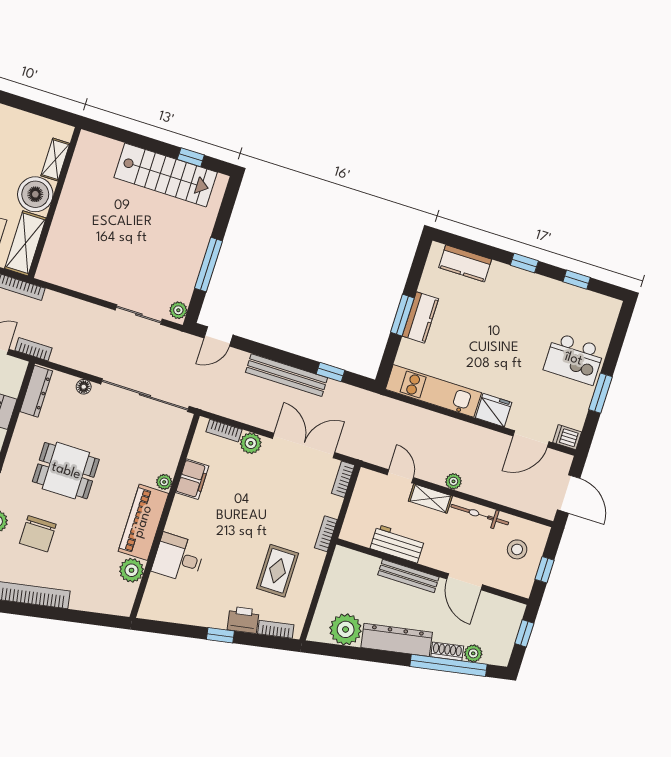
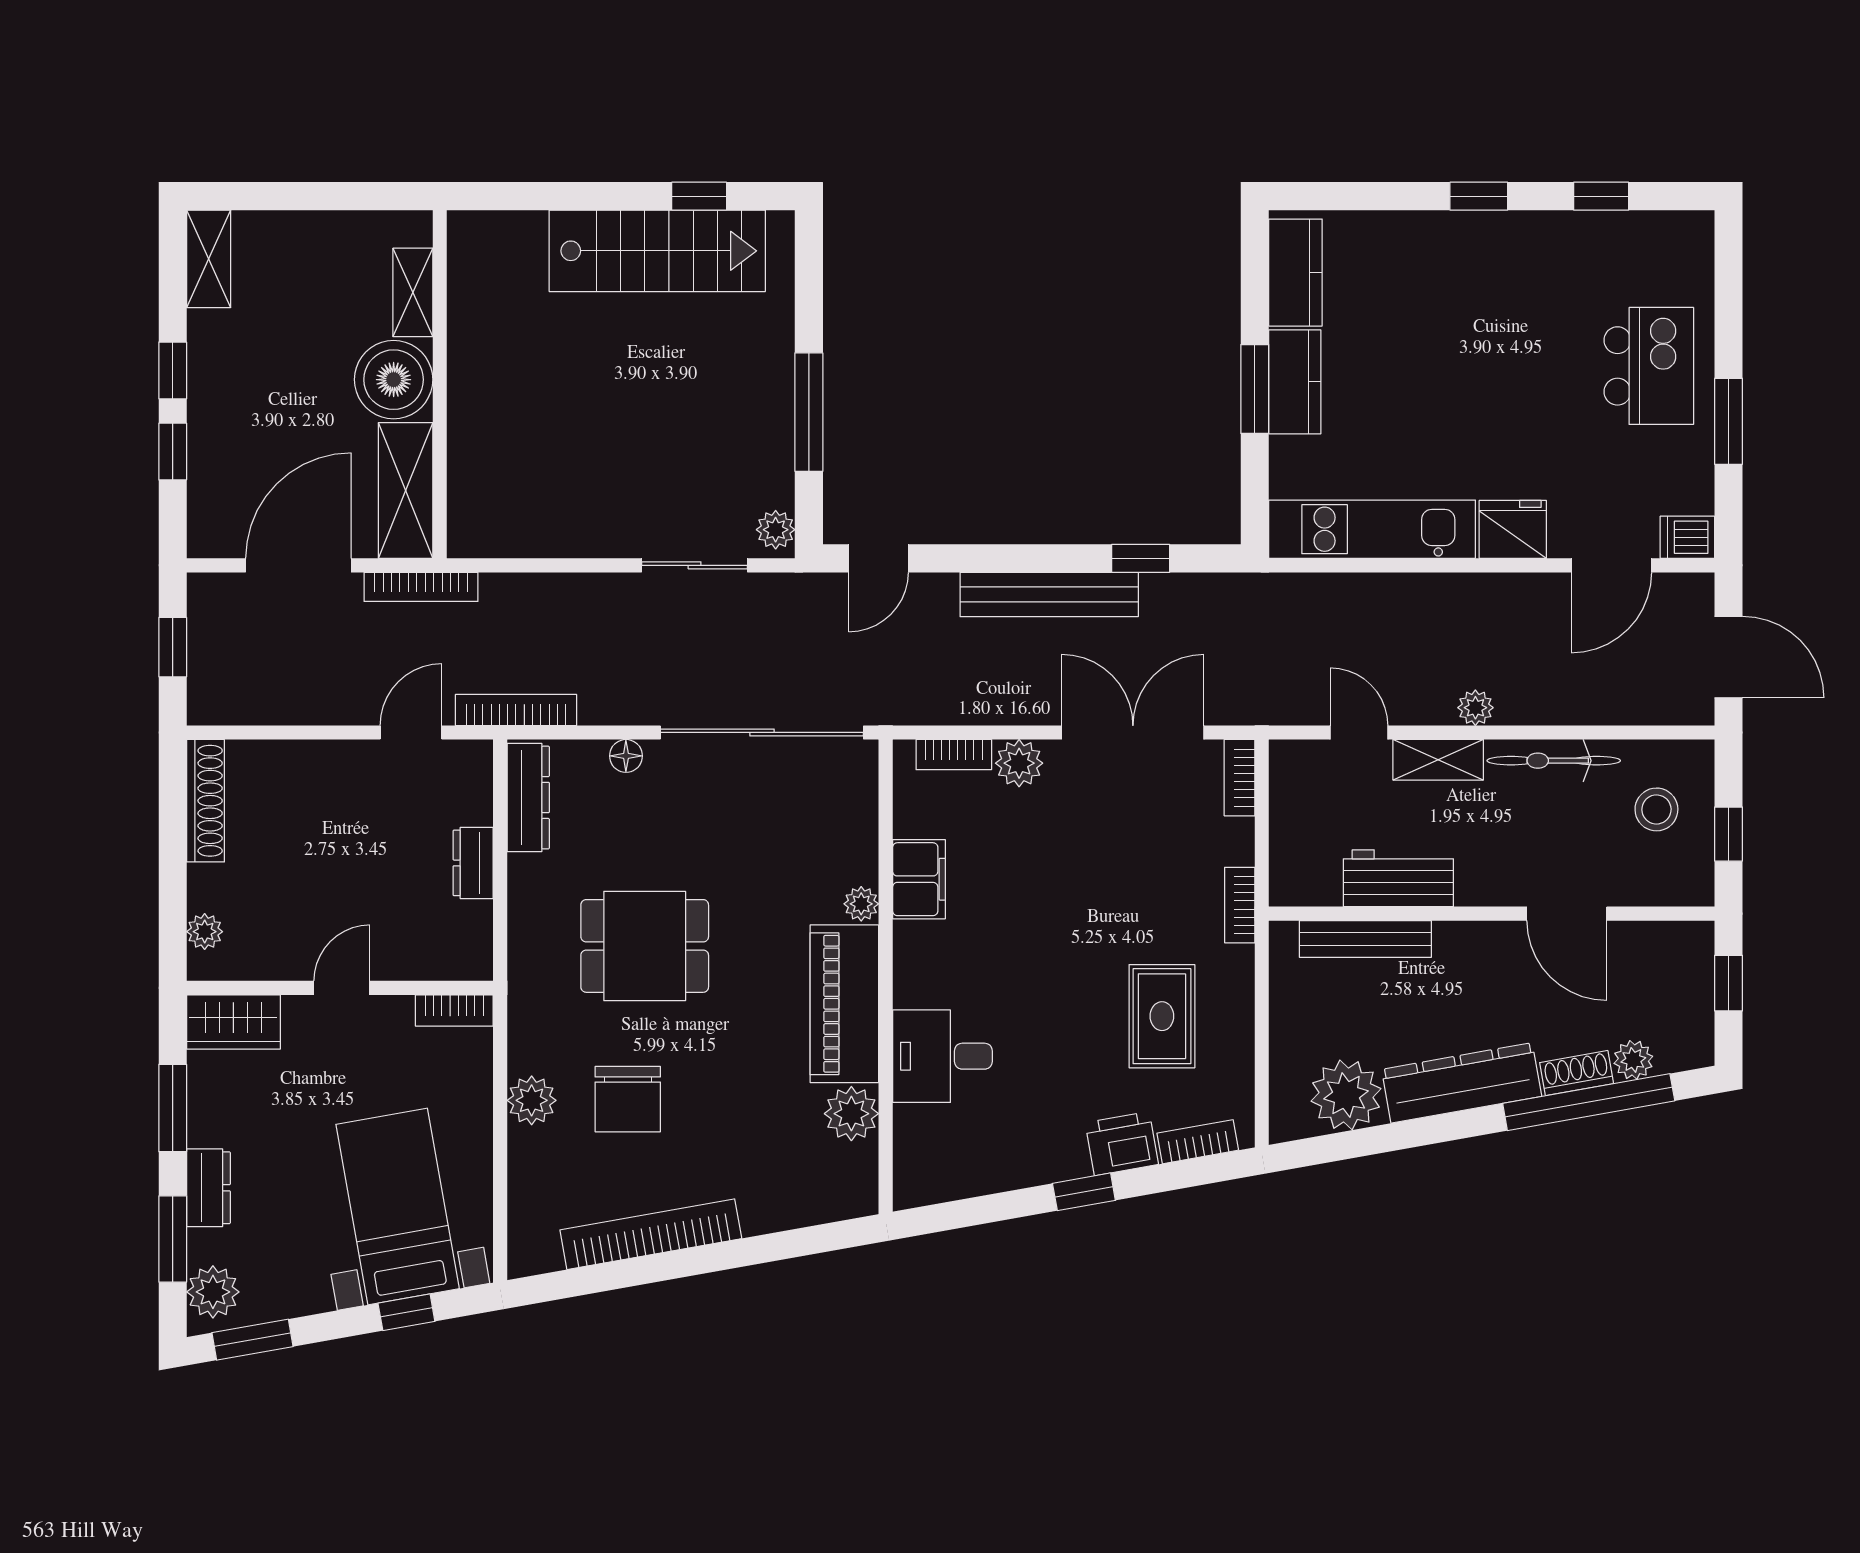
kitchen counter: (465, 263) -> (1295, 273), moved, turned -90
bookcase: (33, 349) -> (516, 710), width x1.56
kitchen island: (574, 359) -> (1649, 366), turned -90
bench: (408, 576) -> (1365, 939), moved

